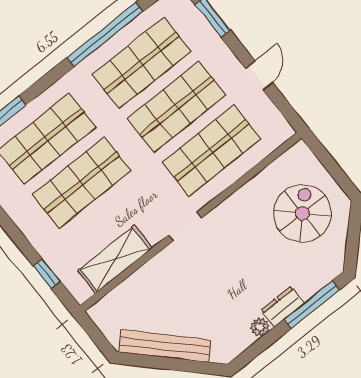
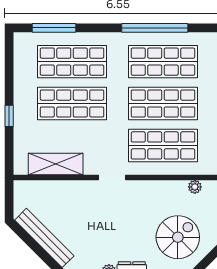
plant: (279, 167) -> (195, 187), added
spiral stairs: (302, 213) -> (178, 237), moved
window: (47, 274) -> (9, 116), moved

